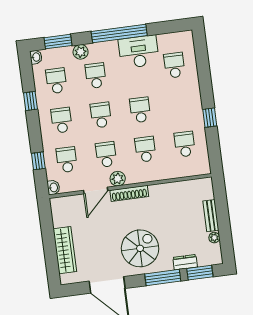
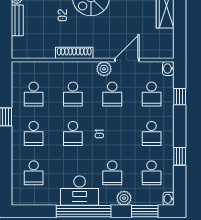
desk: (139, 52) -> (80, 191), moved
school desk: (101, 115) -> (34, 133), moved
shoe rack: (129, 193) -> (74, 53), moved

